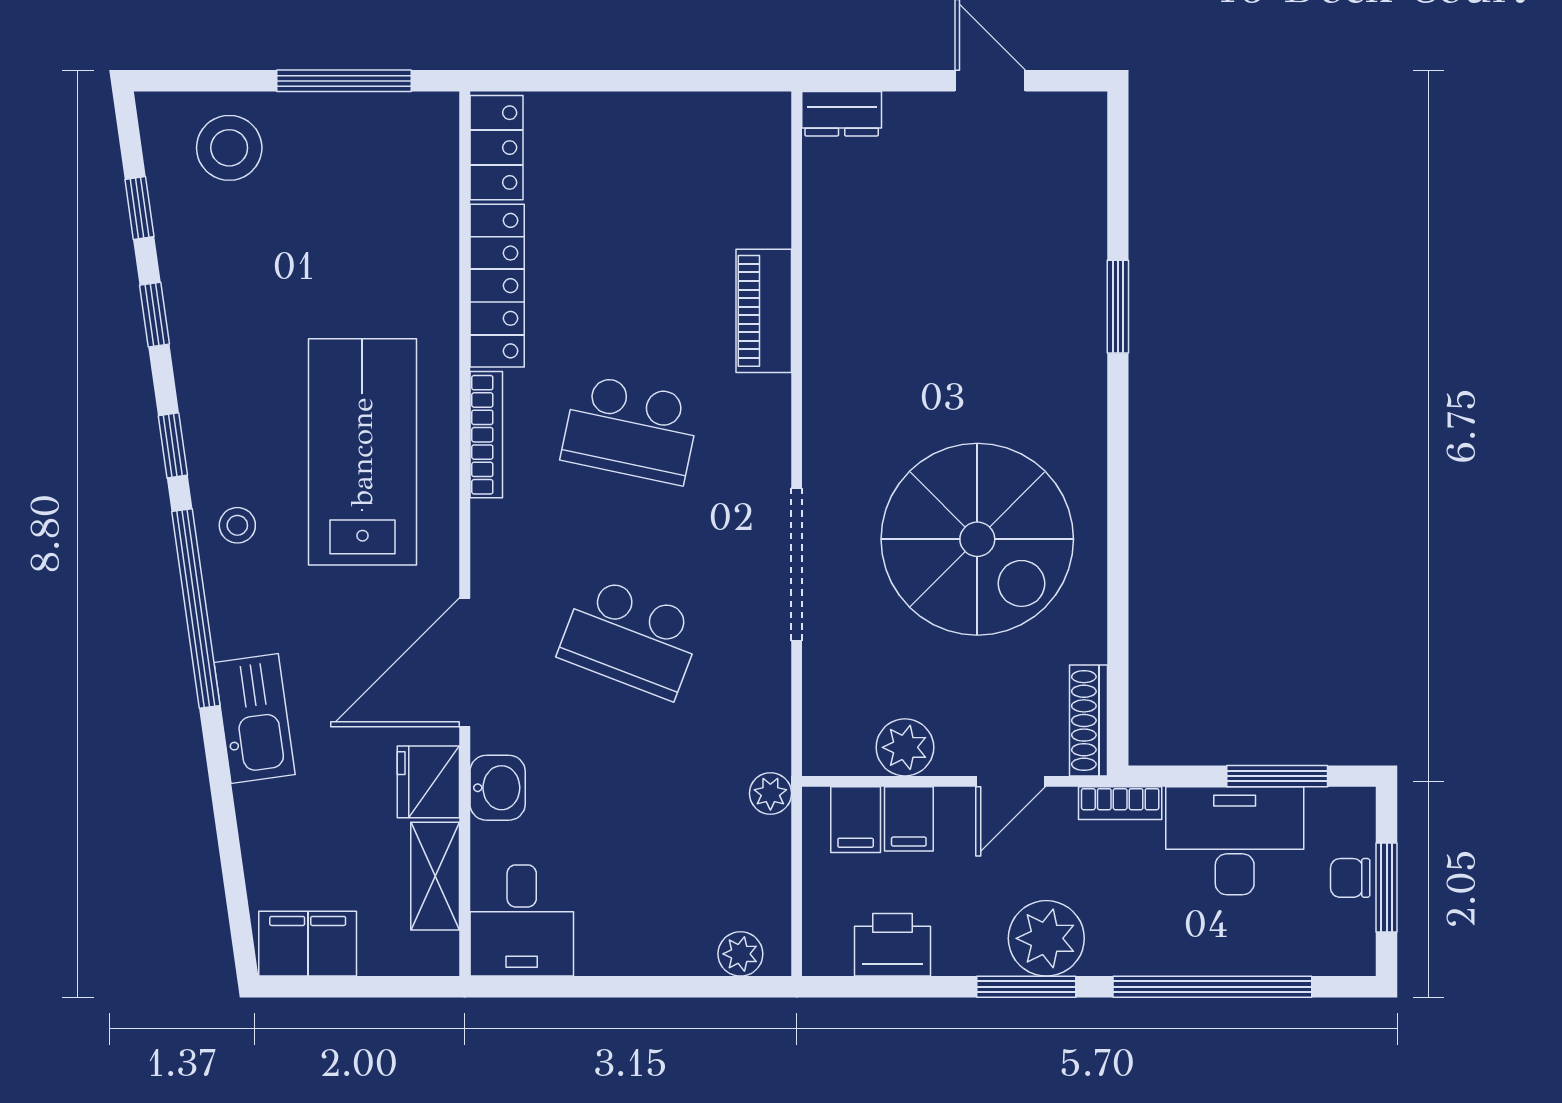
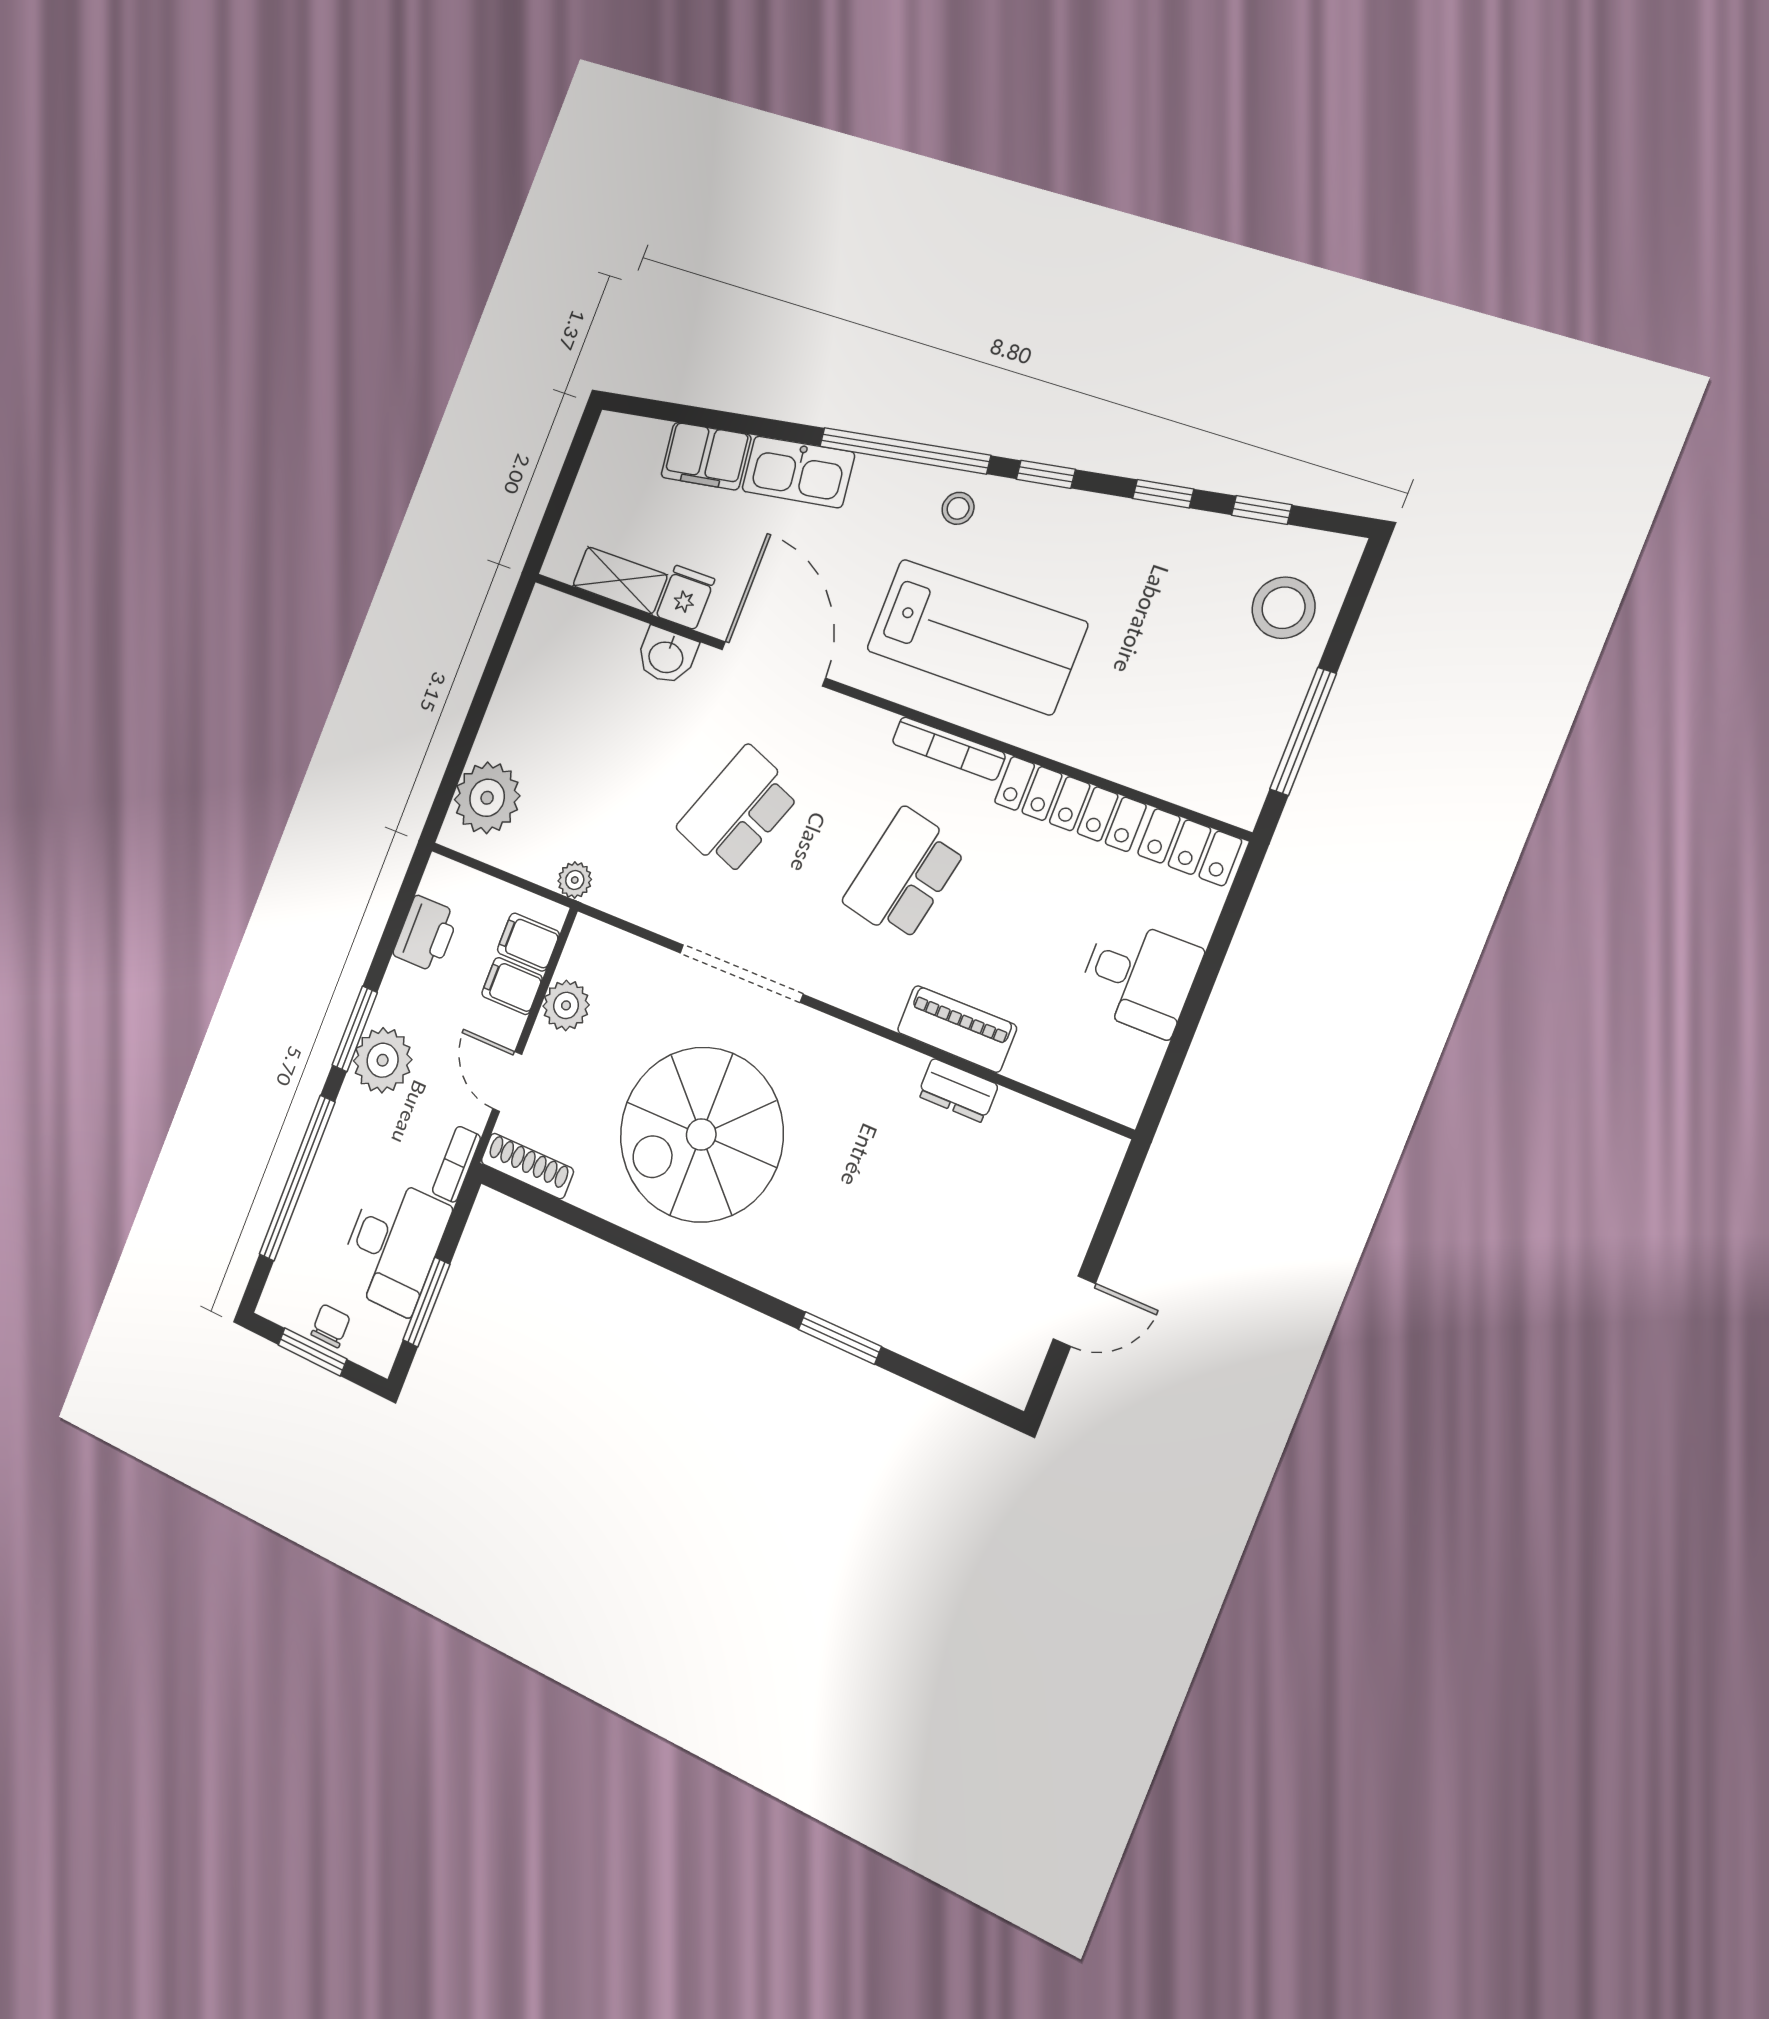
dresser: (842, 114) -> (958, 1090), moved, turned -90
fridge: (428, 782) -> (685, 597), width x0.72
desk: (522, 921) -> (1139, 977), moved, turned 180
filing cabinet: (308, 944) -> (706, 456), moved, turned 82
plant: (740, 954) -> (487, 798), width x1.87, depth x1.87

